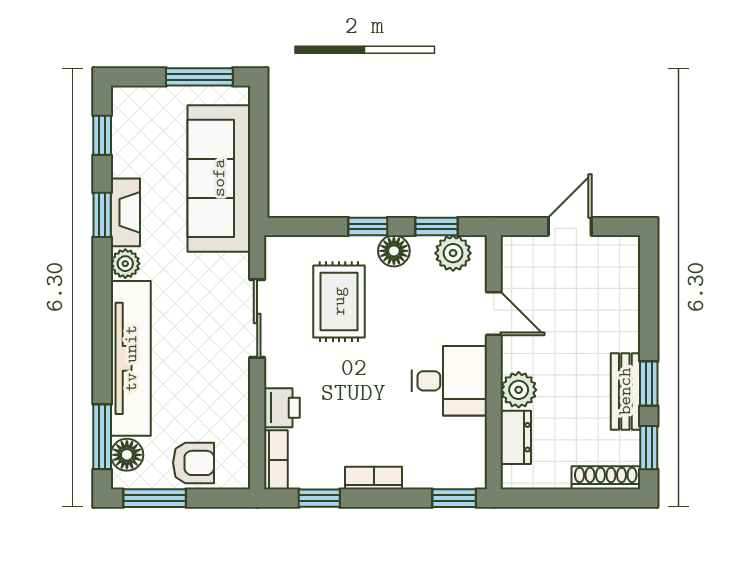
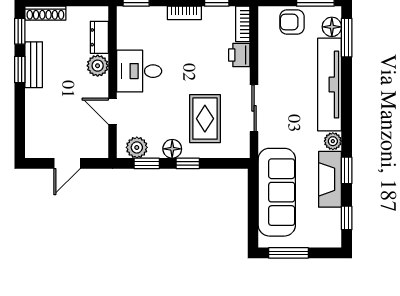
fireplace: (125, 212) -> (330, 179), width x1.37, depth x1.32

